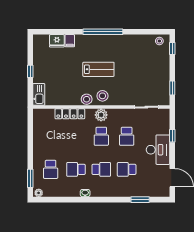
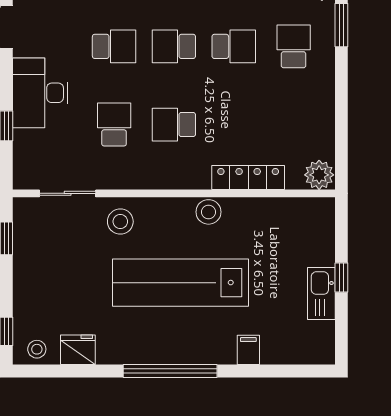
fridge: (57, 41) -> (78, 350), moved
lab bench: (98, 69) -> (180, 283), width x1.86, depth x1.39
kitchen sink: (39, 94) -> (321, 293), moved
stool: (102, 96) -> (120, 222), moved
plant: (101, 115) -> (319, 175), moved
school desk: (101, 136) -> (174, 125), turned -90

